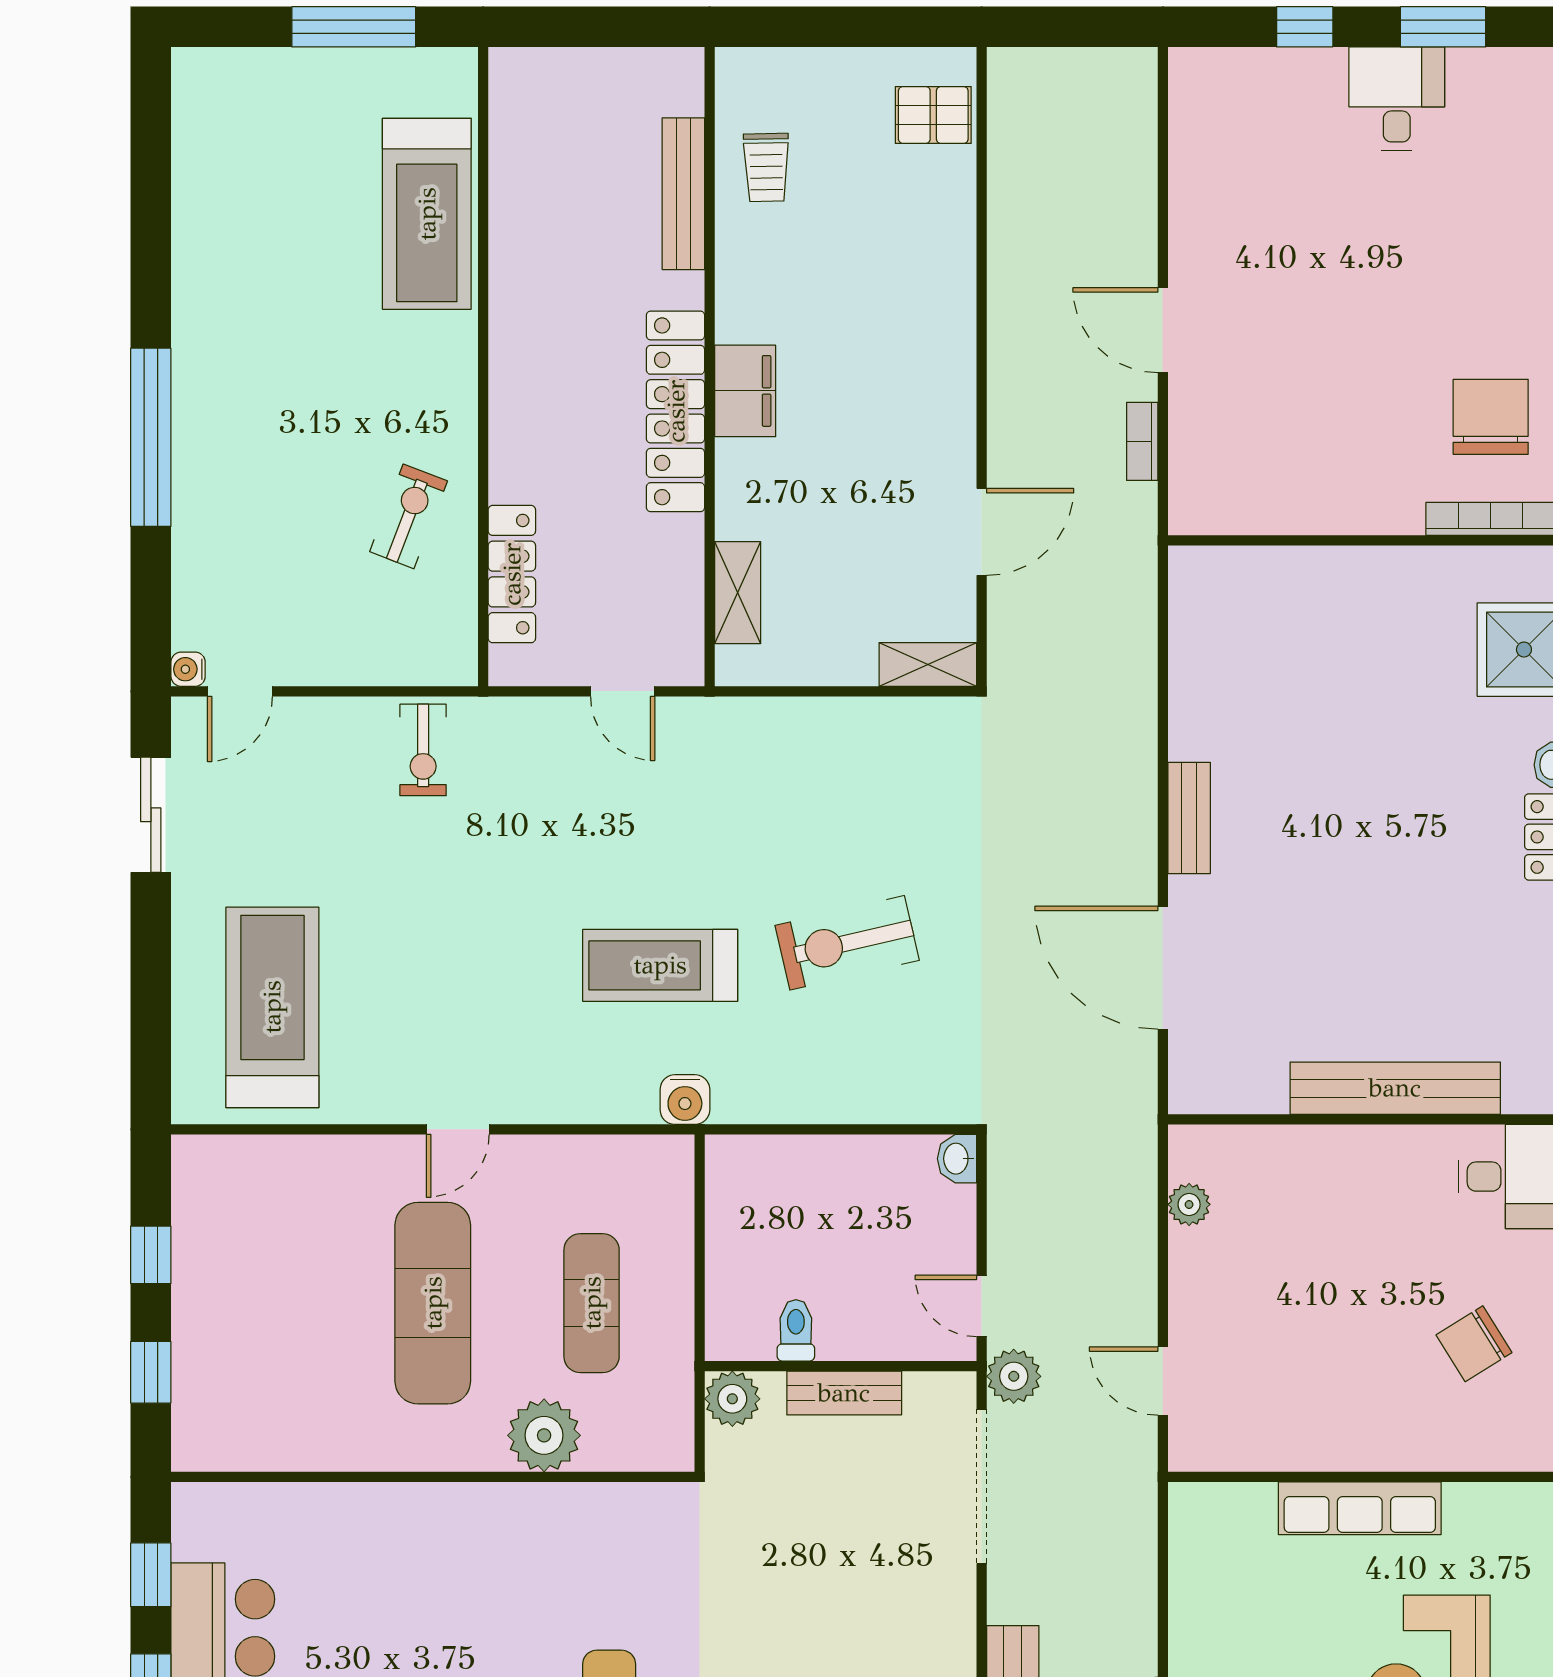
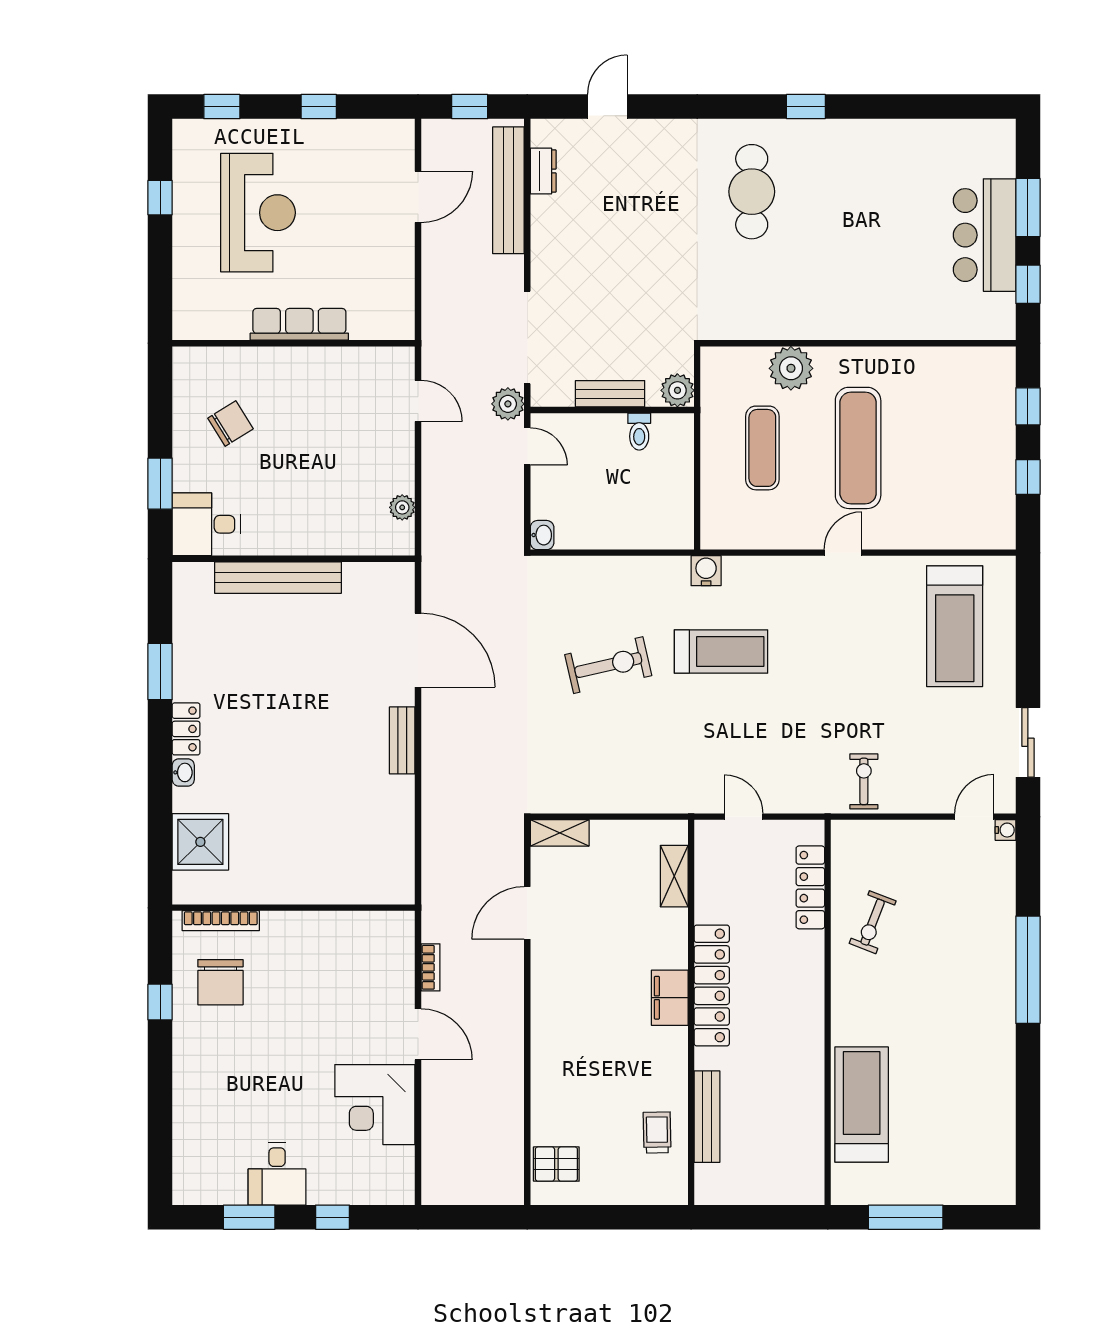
corner desk: (1234, 214) -> (375, 1105), added

